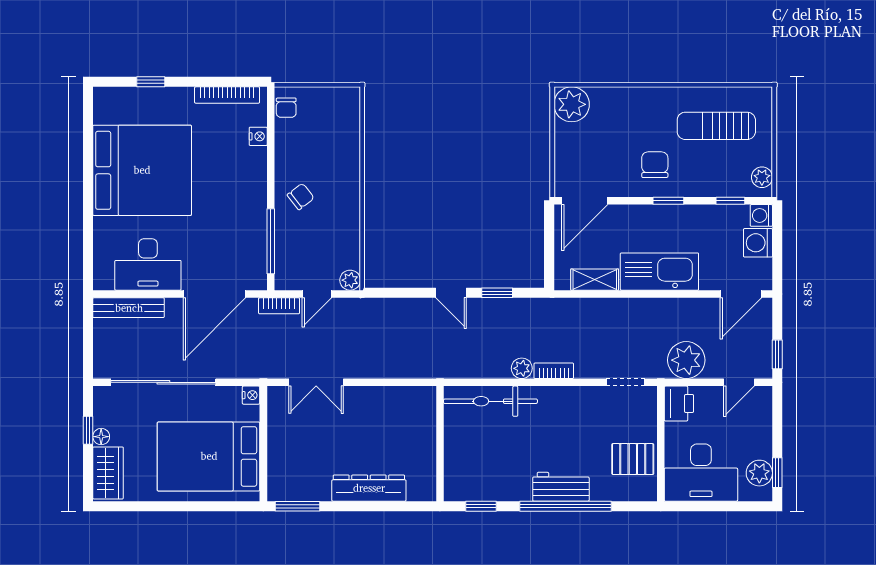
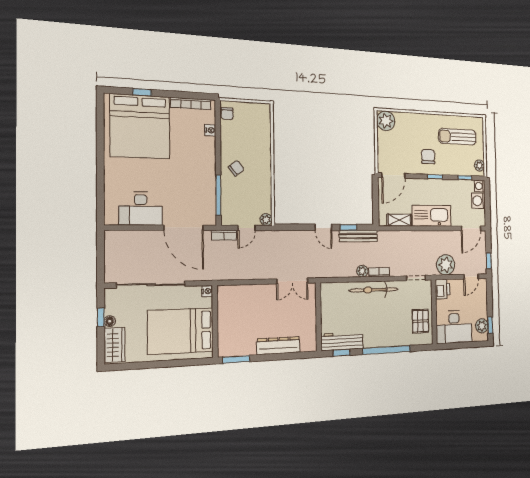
bed: (142, 170) -> (140, 126), moved, turned 90
door: (214, 294) -> (184, 228), hinge flipped
bench: (129, 308) -> (358, 236), moved
double door: (316, 382) -> (292, 281), moved
bicycle: (490, 401) -> (374, 290), moved
pallet: (633, 459) -> (420, 321), turned 90
workbench: (561, 487) -> (342, 341), moved, width x1.38

